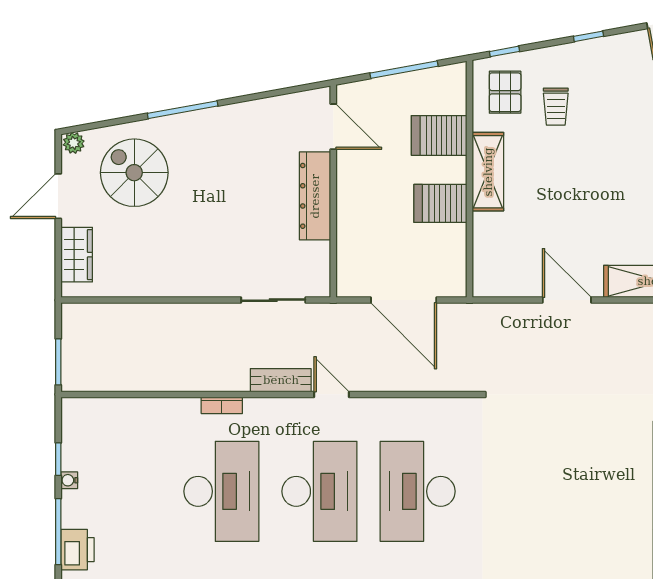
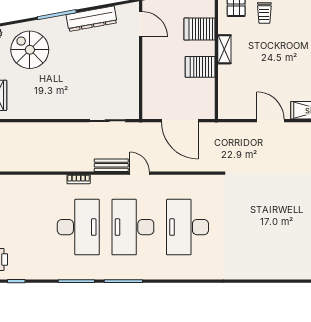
shelving: (488, 172) -> (224, 49), width x0.67, depth x0.75
dresser: (315, 196) -> (92, 19), moved, turned -100
desk: (319, 491) -> (133, 227), turned 180

